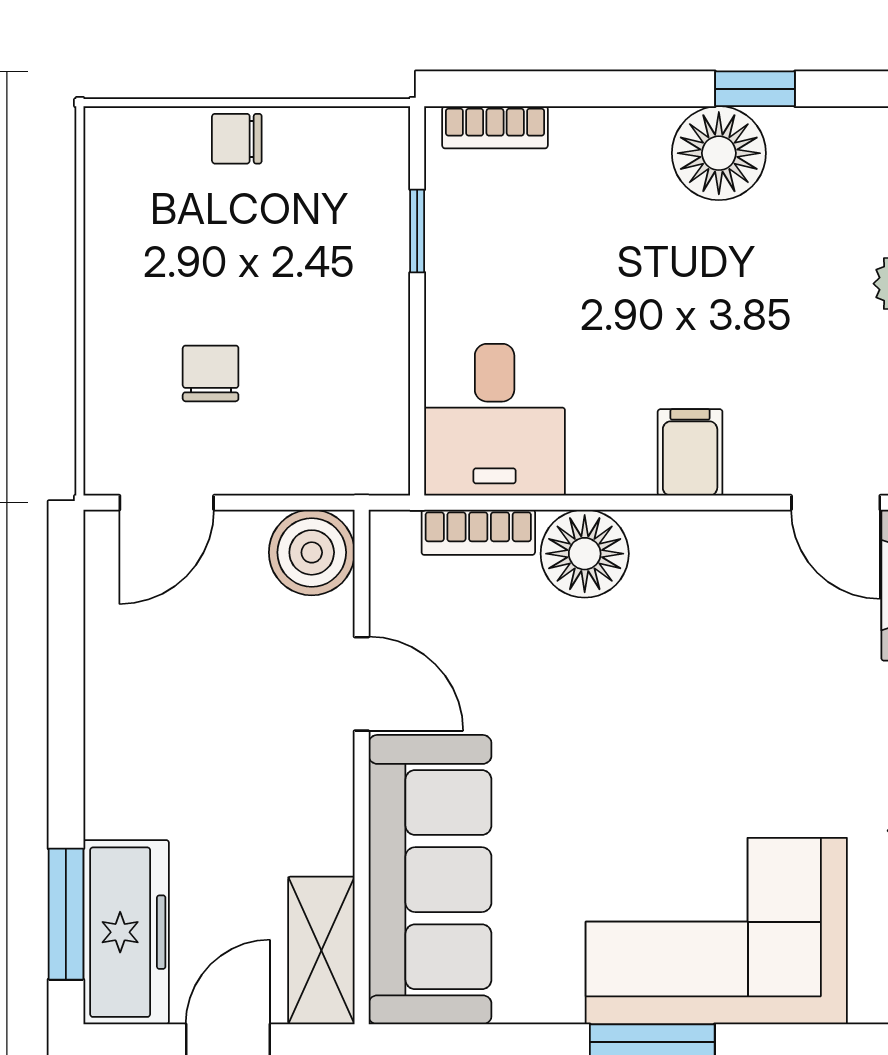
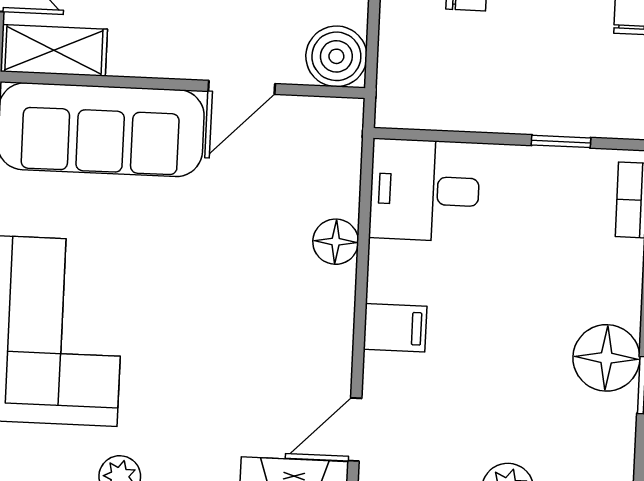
bookcase: (478, 532) -> (345, 175), removed
floor lamp: (585, 554) -> (336, 242), width x0.73, depth x0.73

